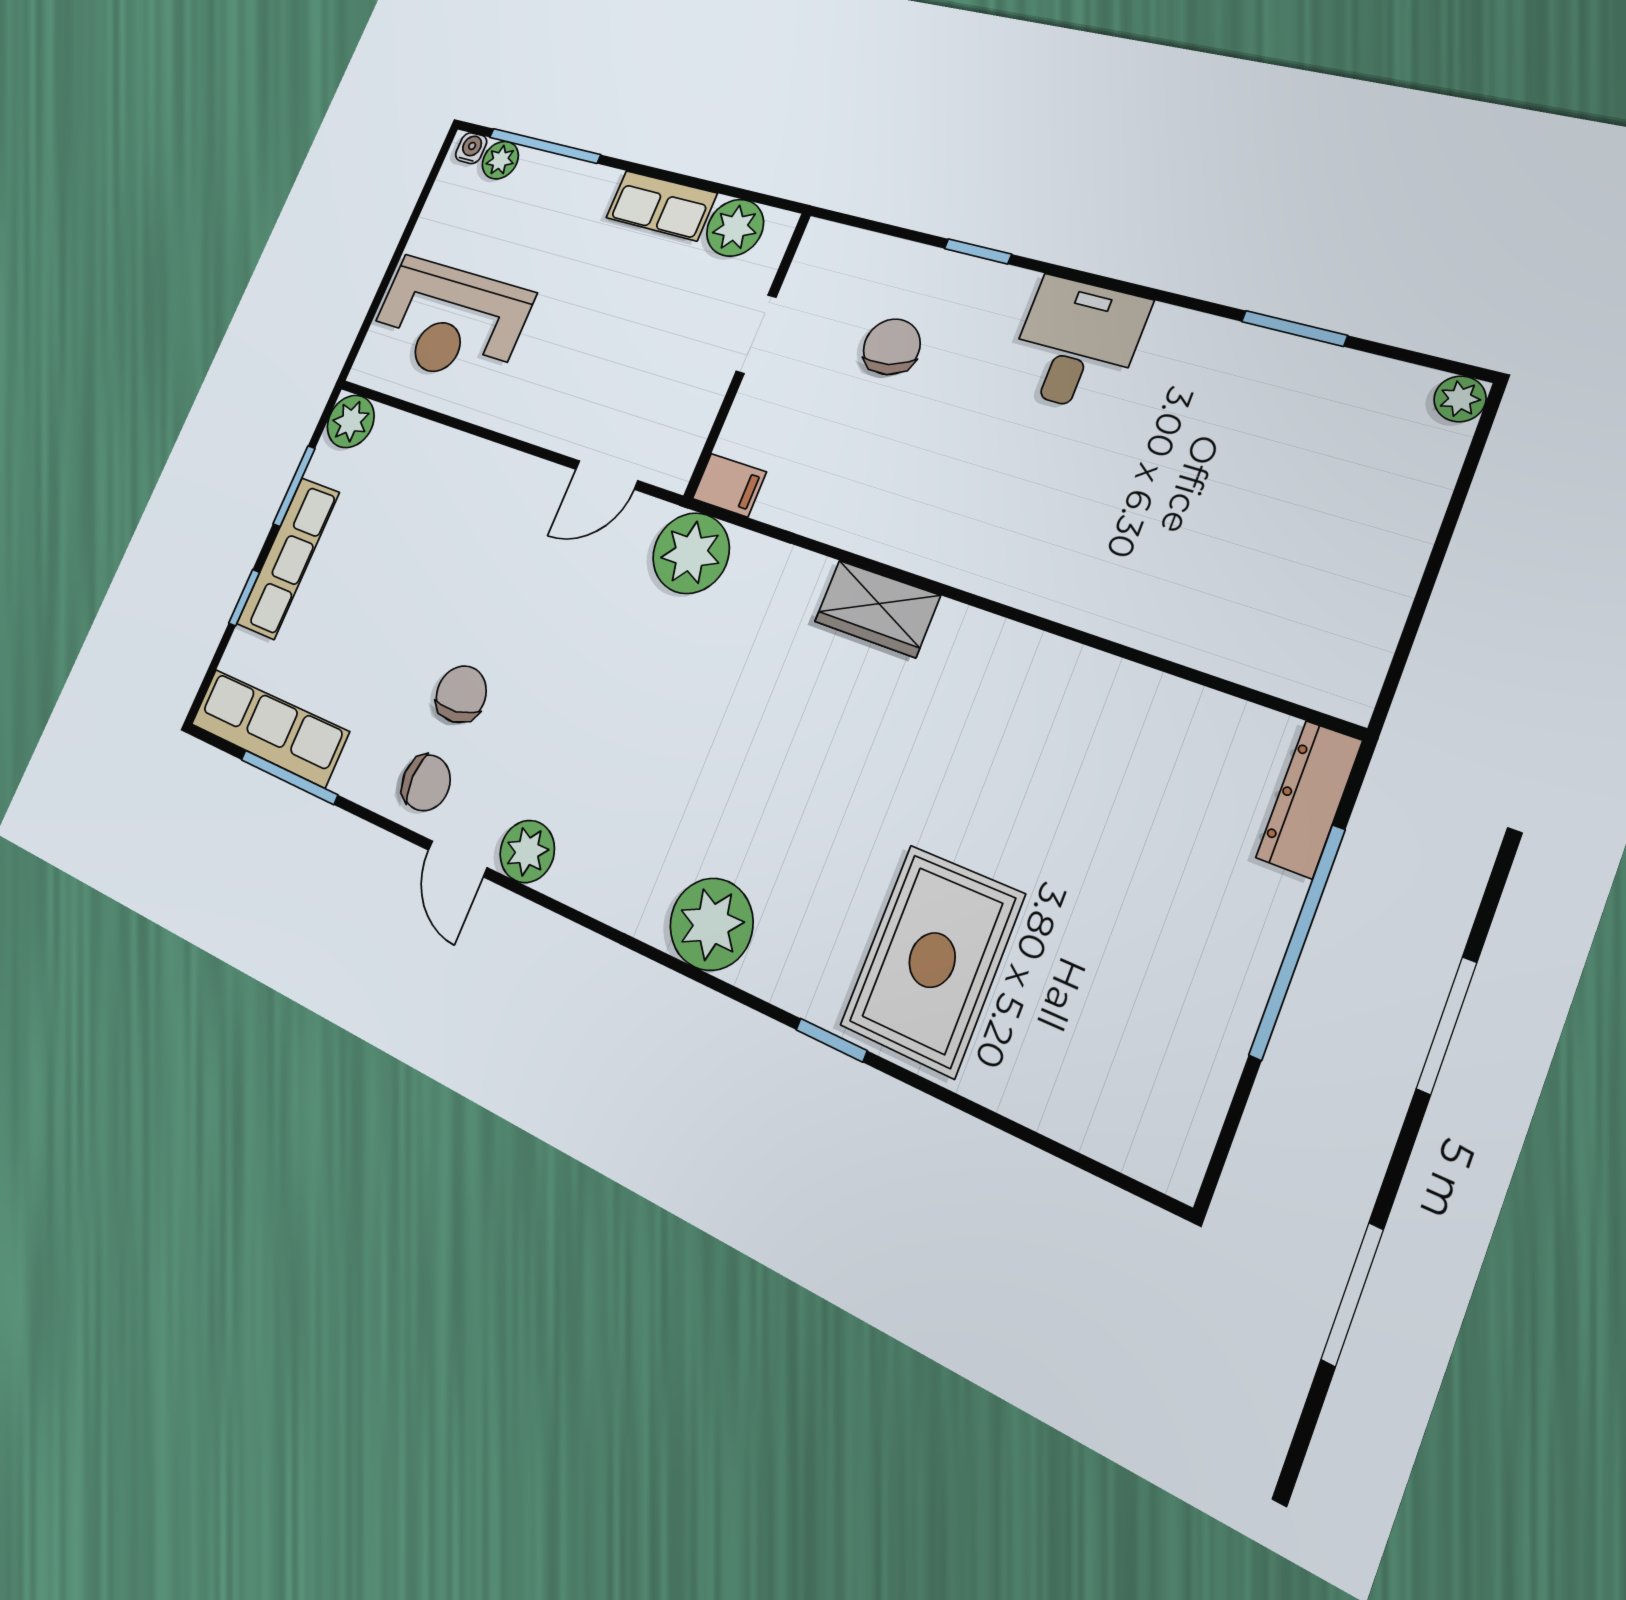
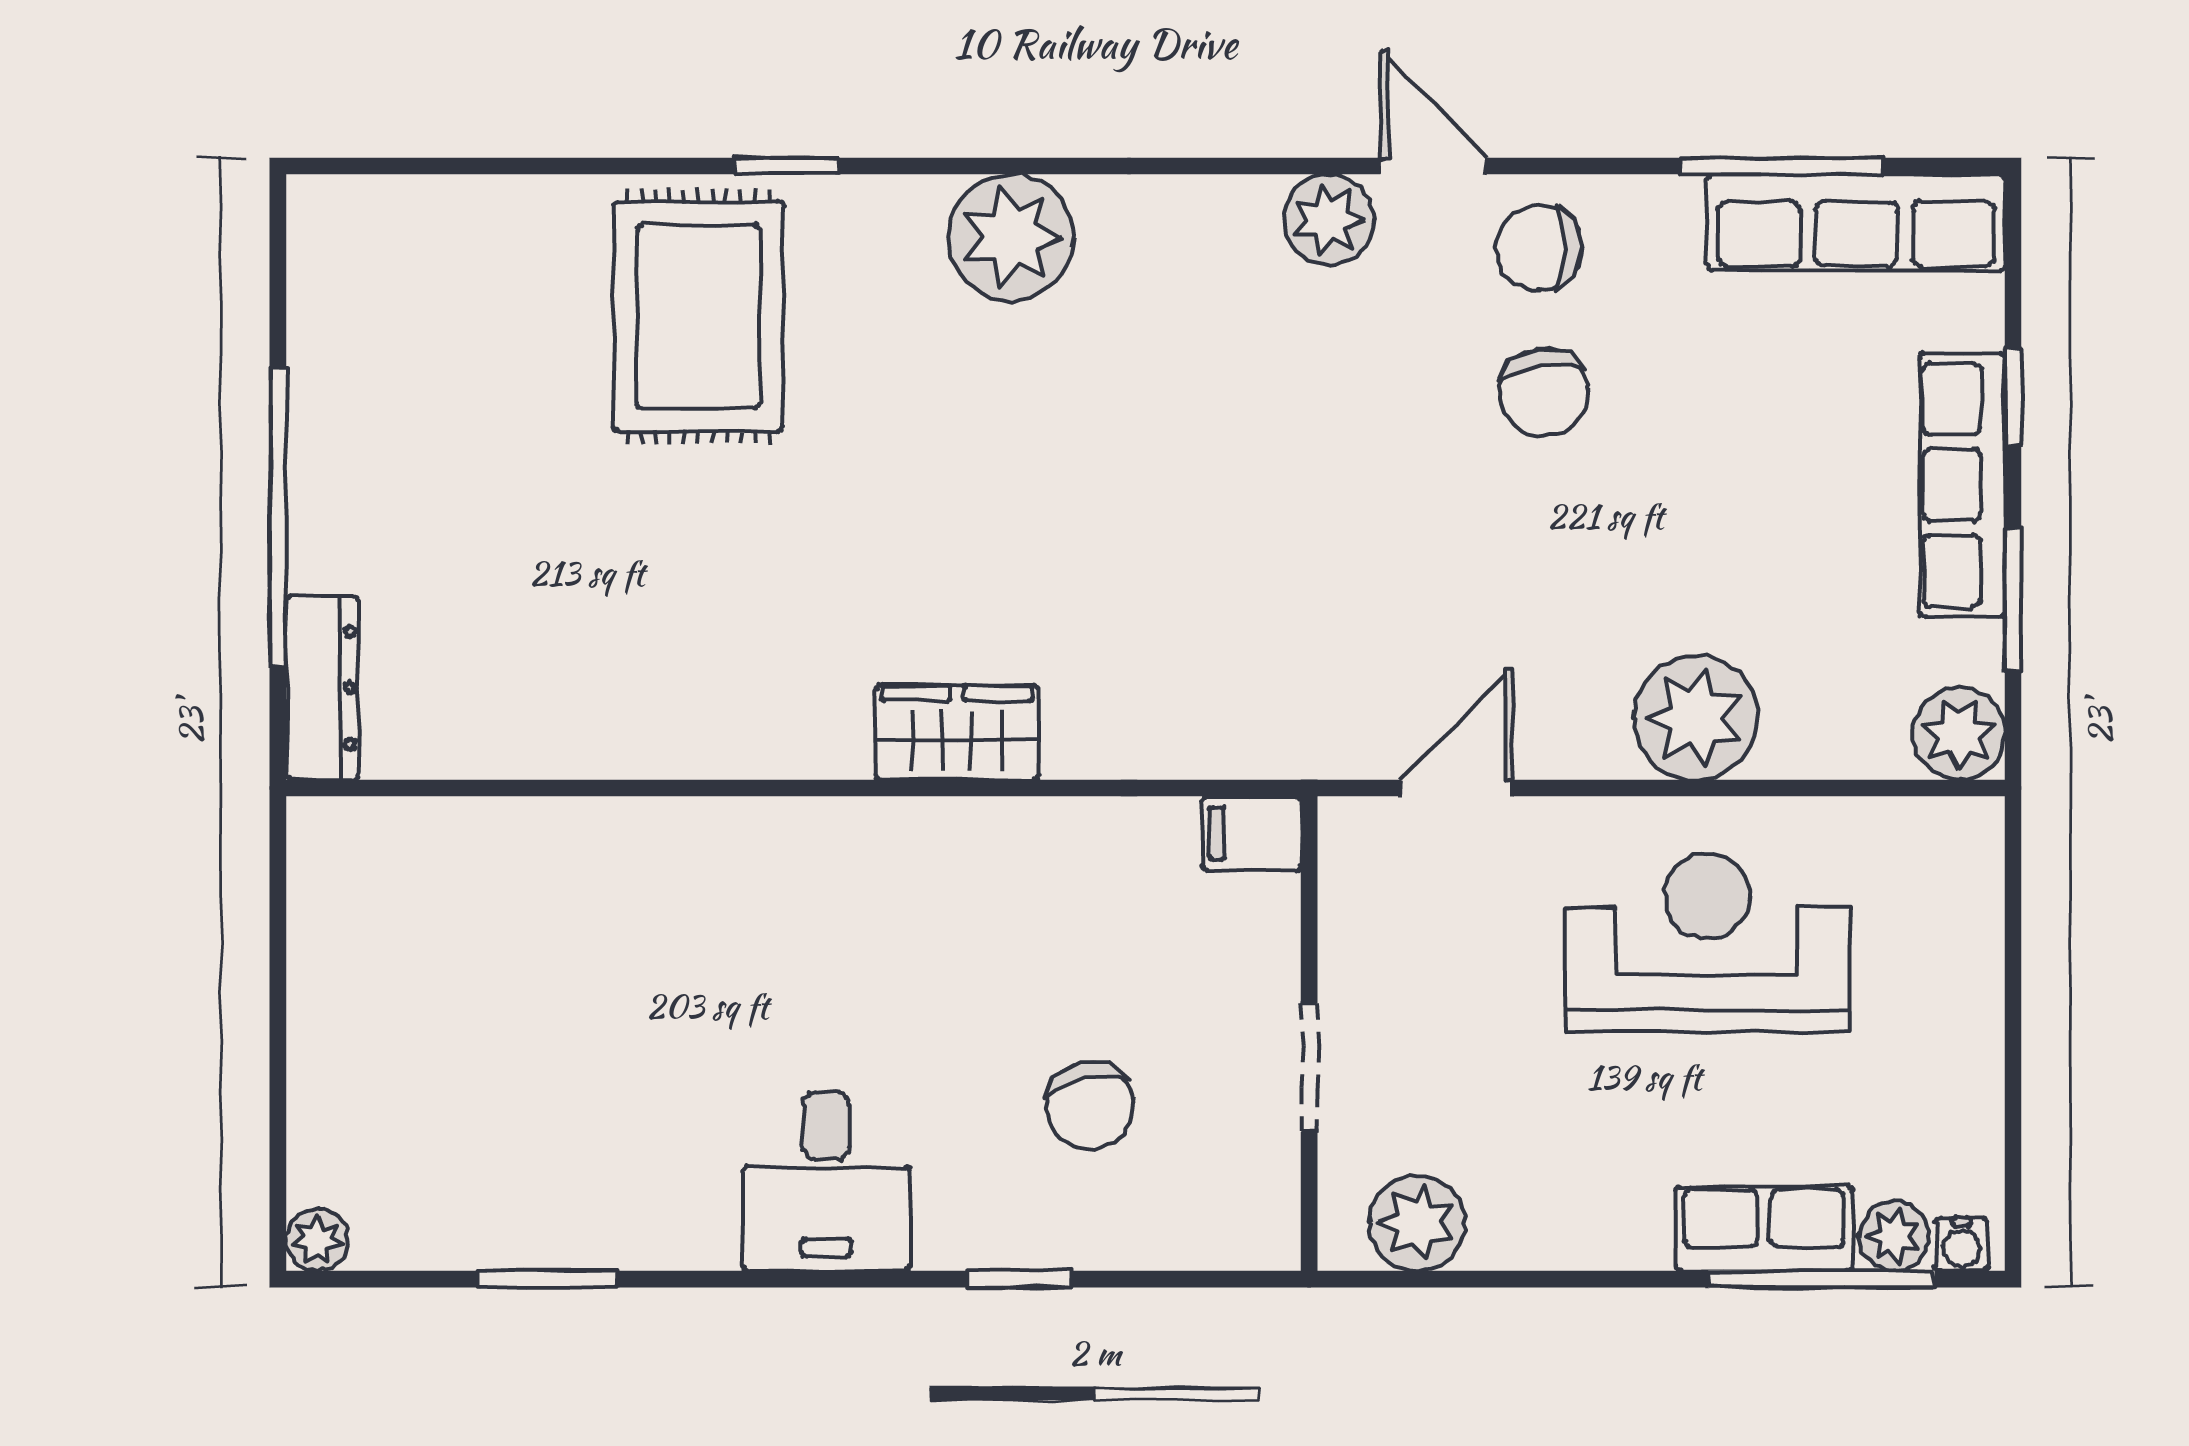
row of seats: (661, 205) -> (1764, 1229), moved
reception desk: (449, 322) -> (1707, 943), moved
plant: (691, 553) -> (1696, 718), moved

